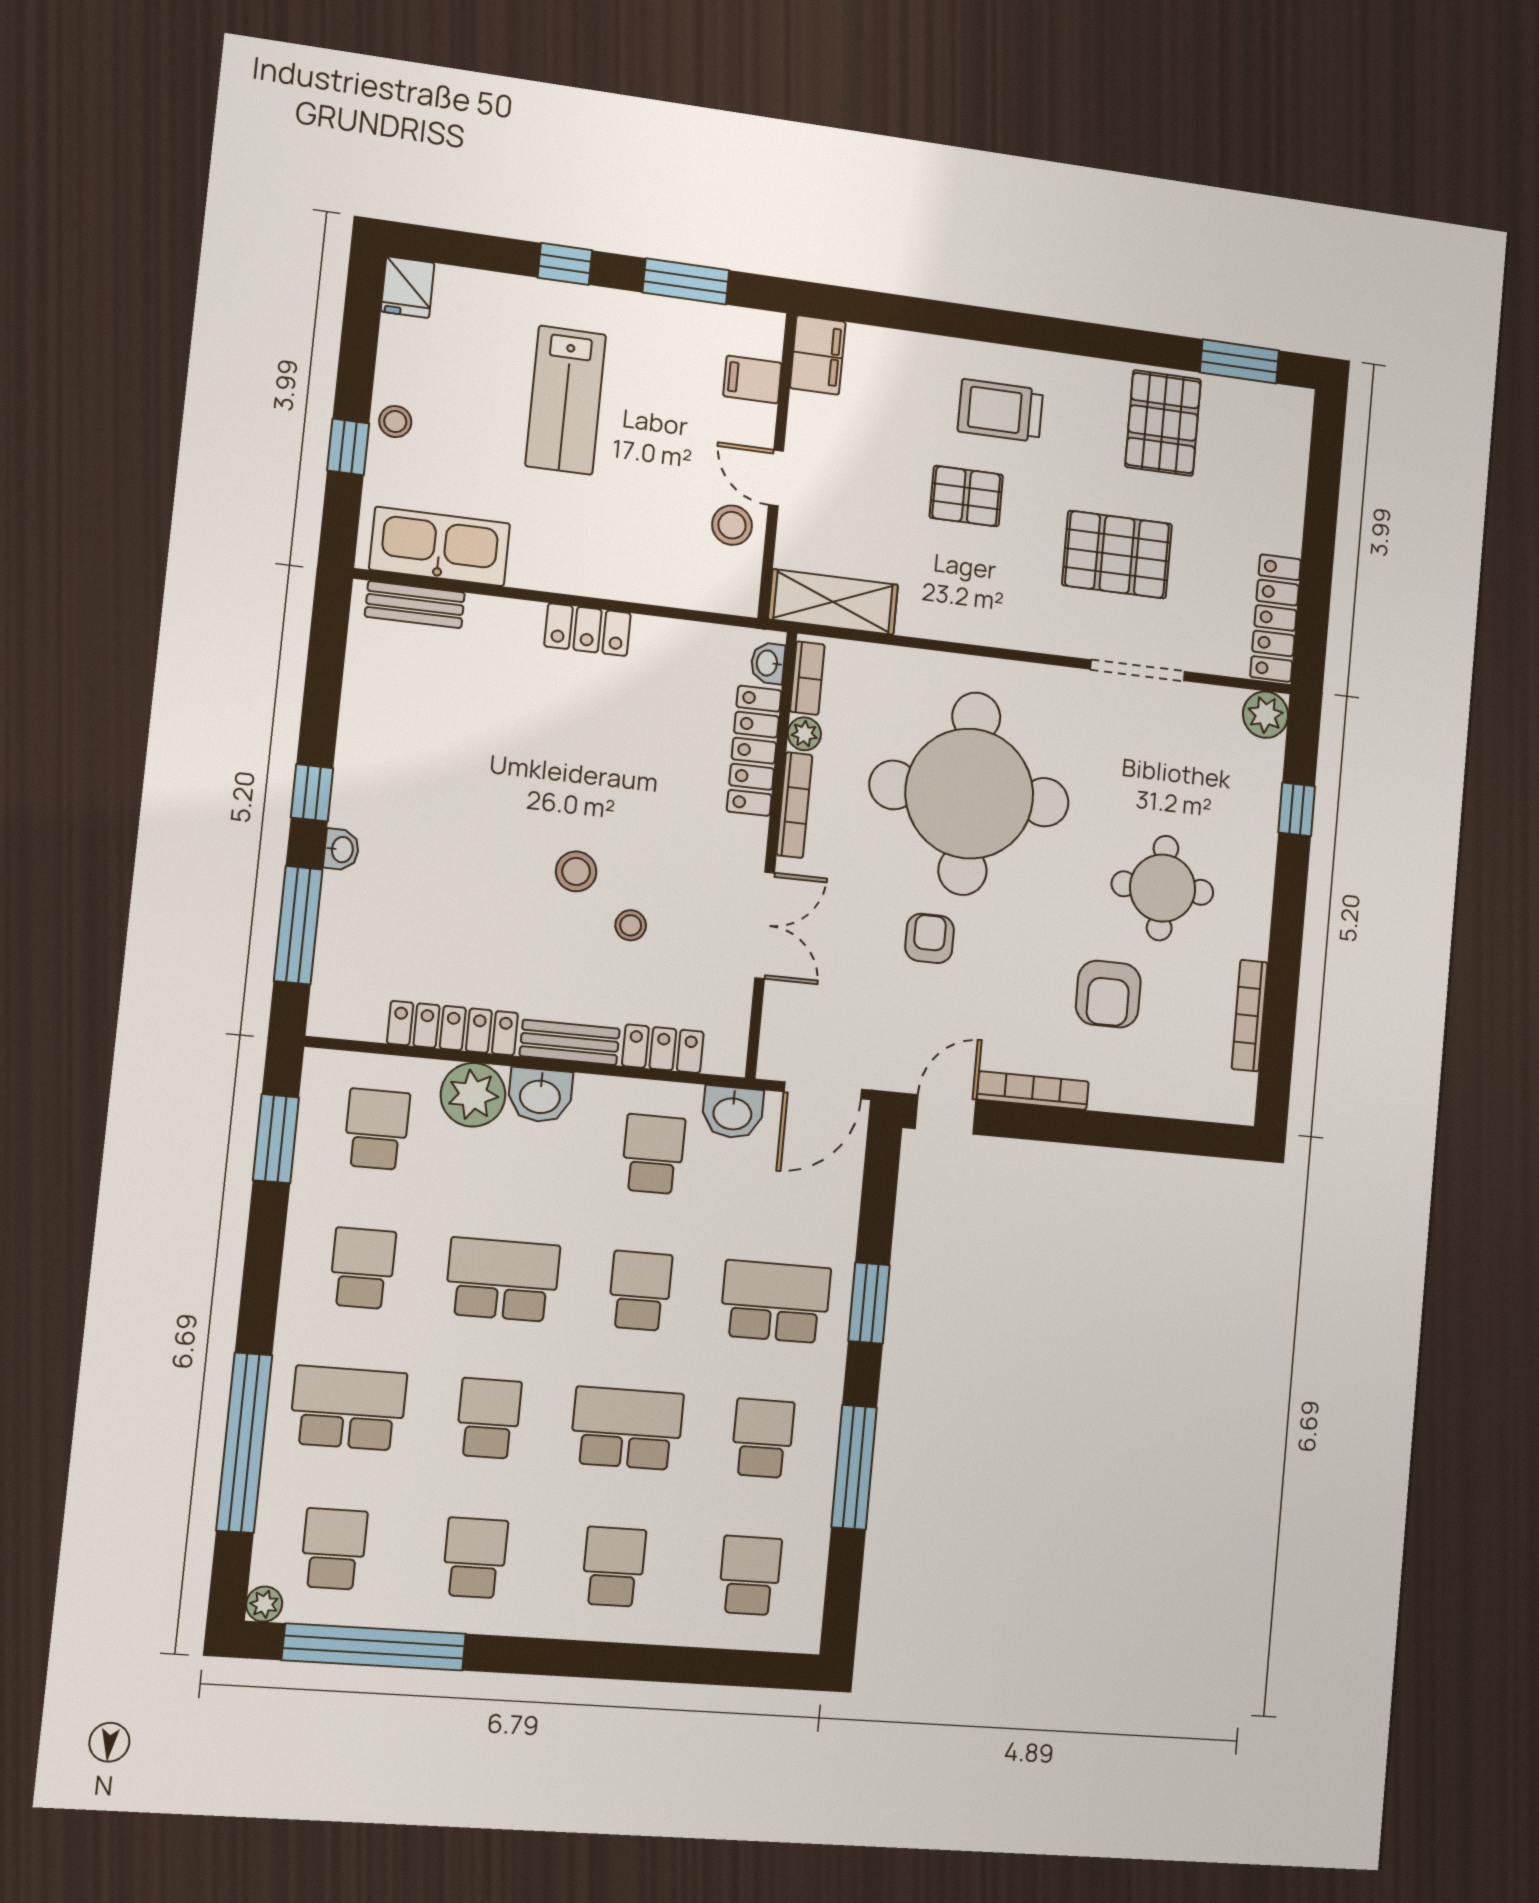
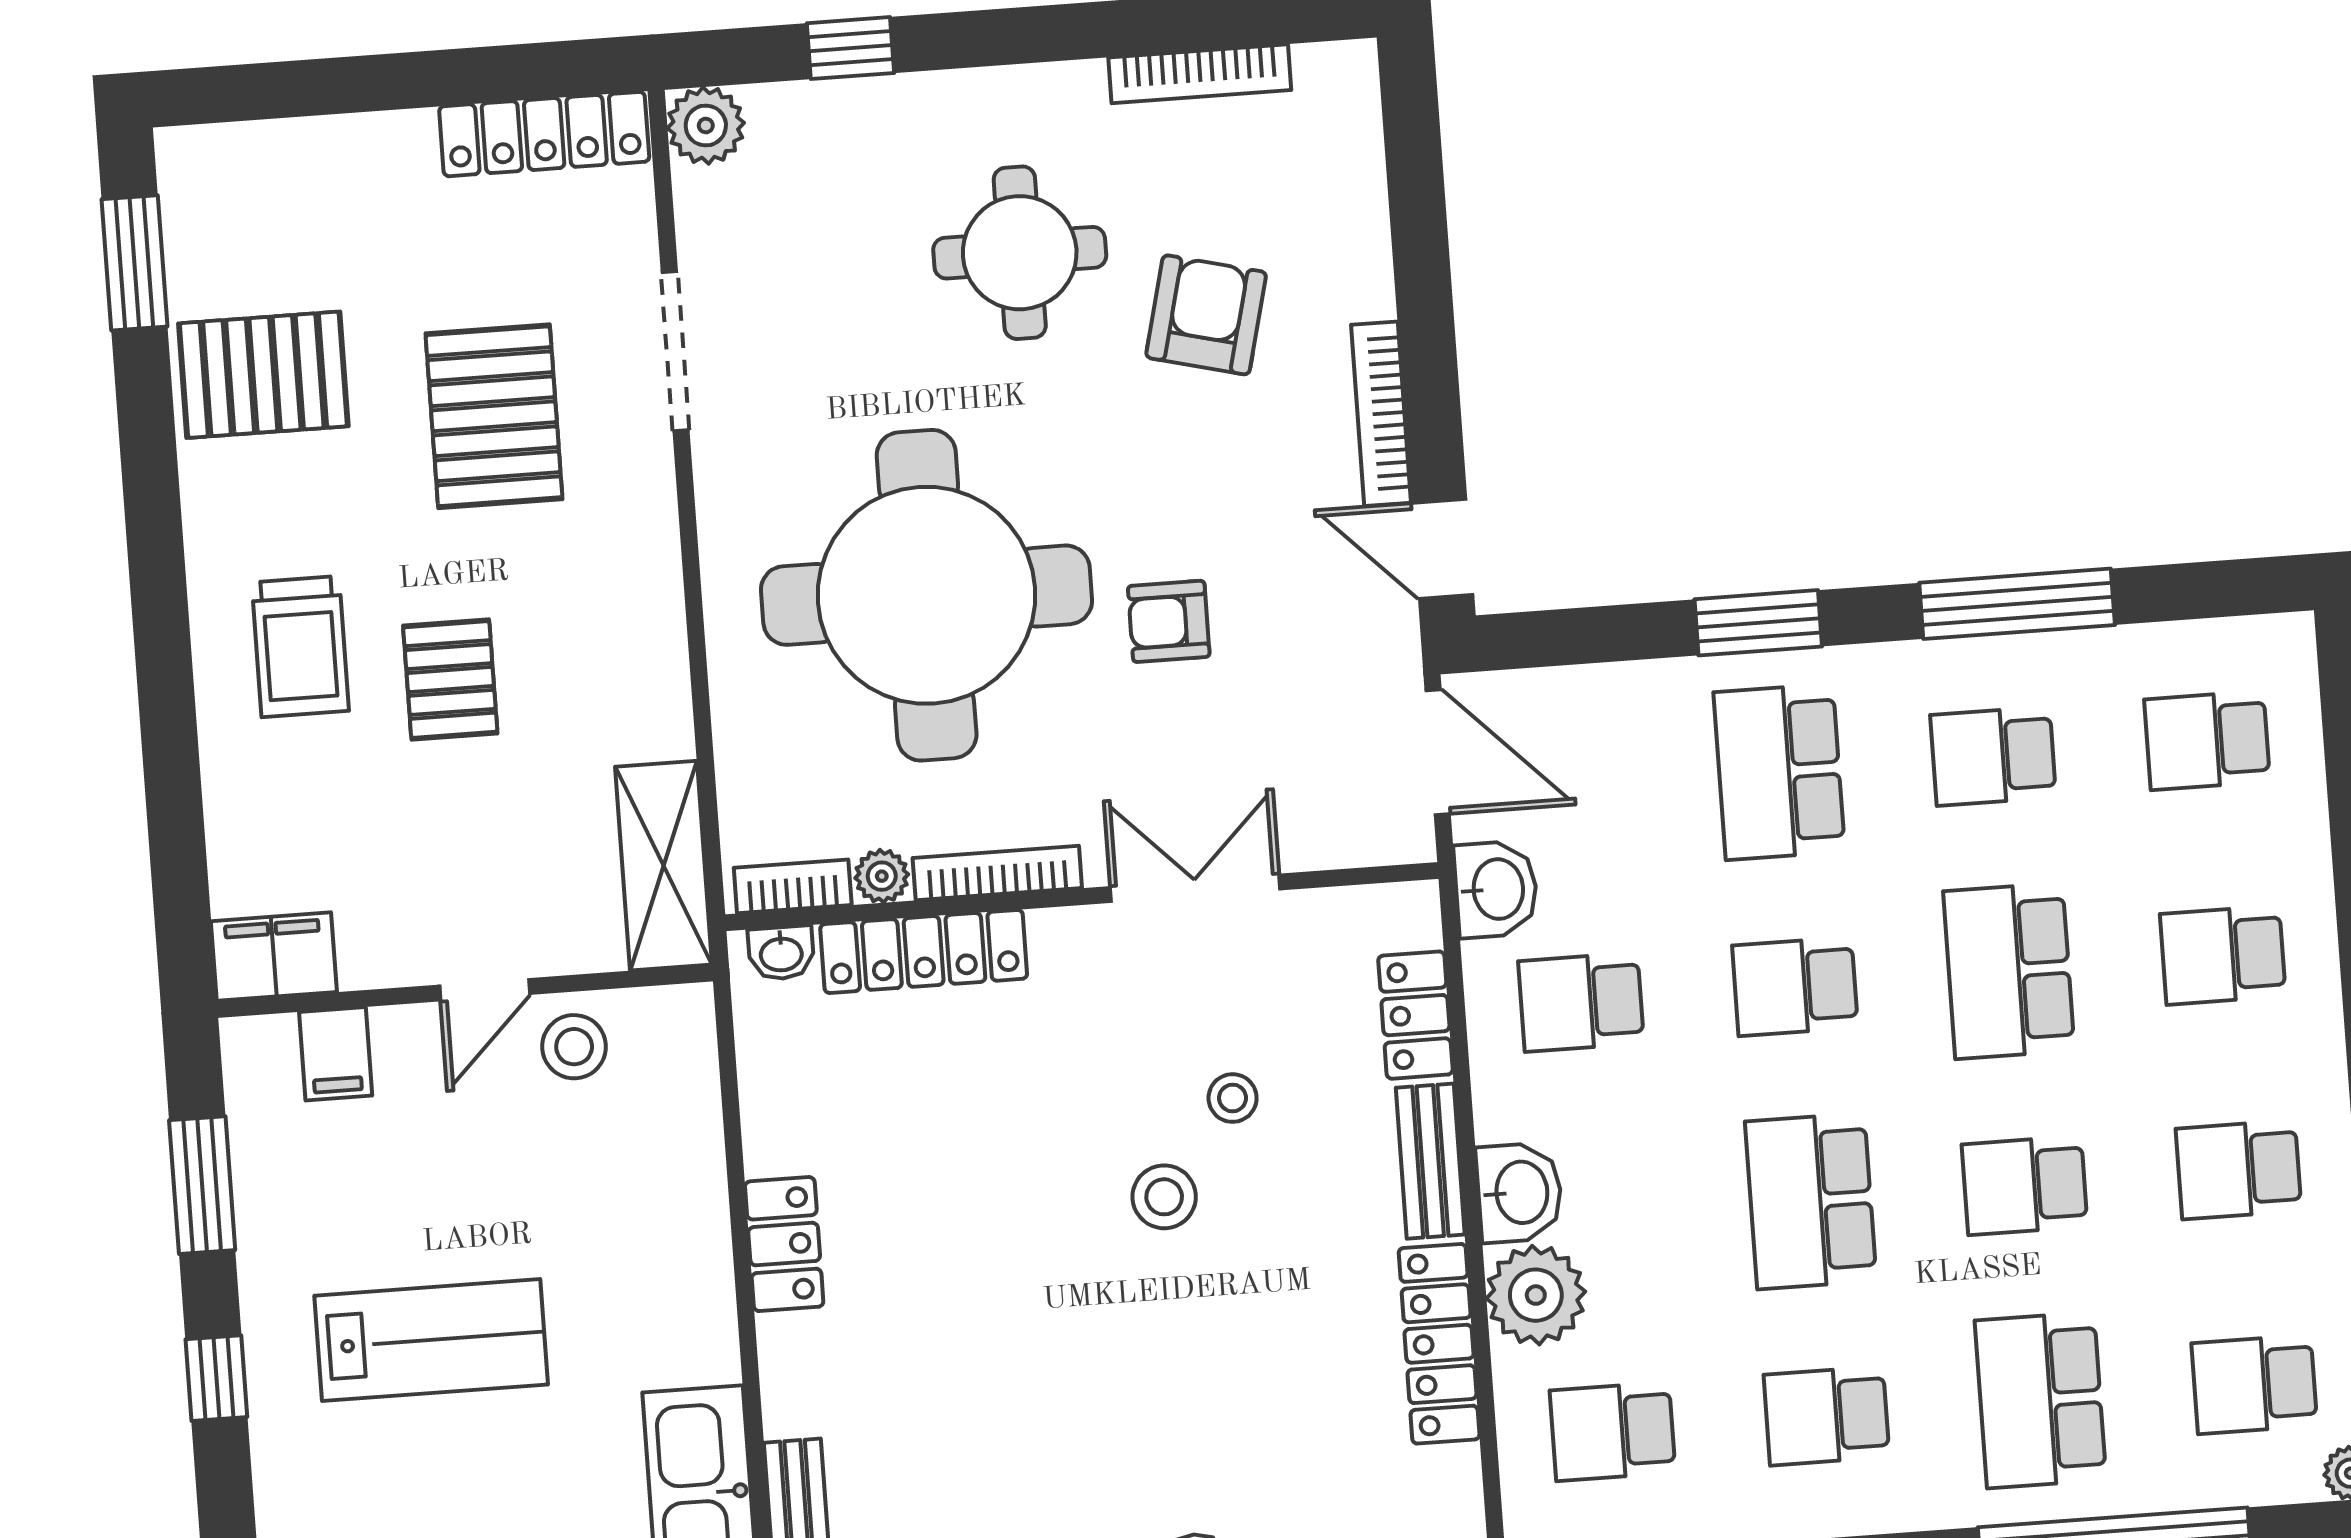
armchair: (1108, 994) -> (1206, 315), turned -76

